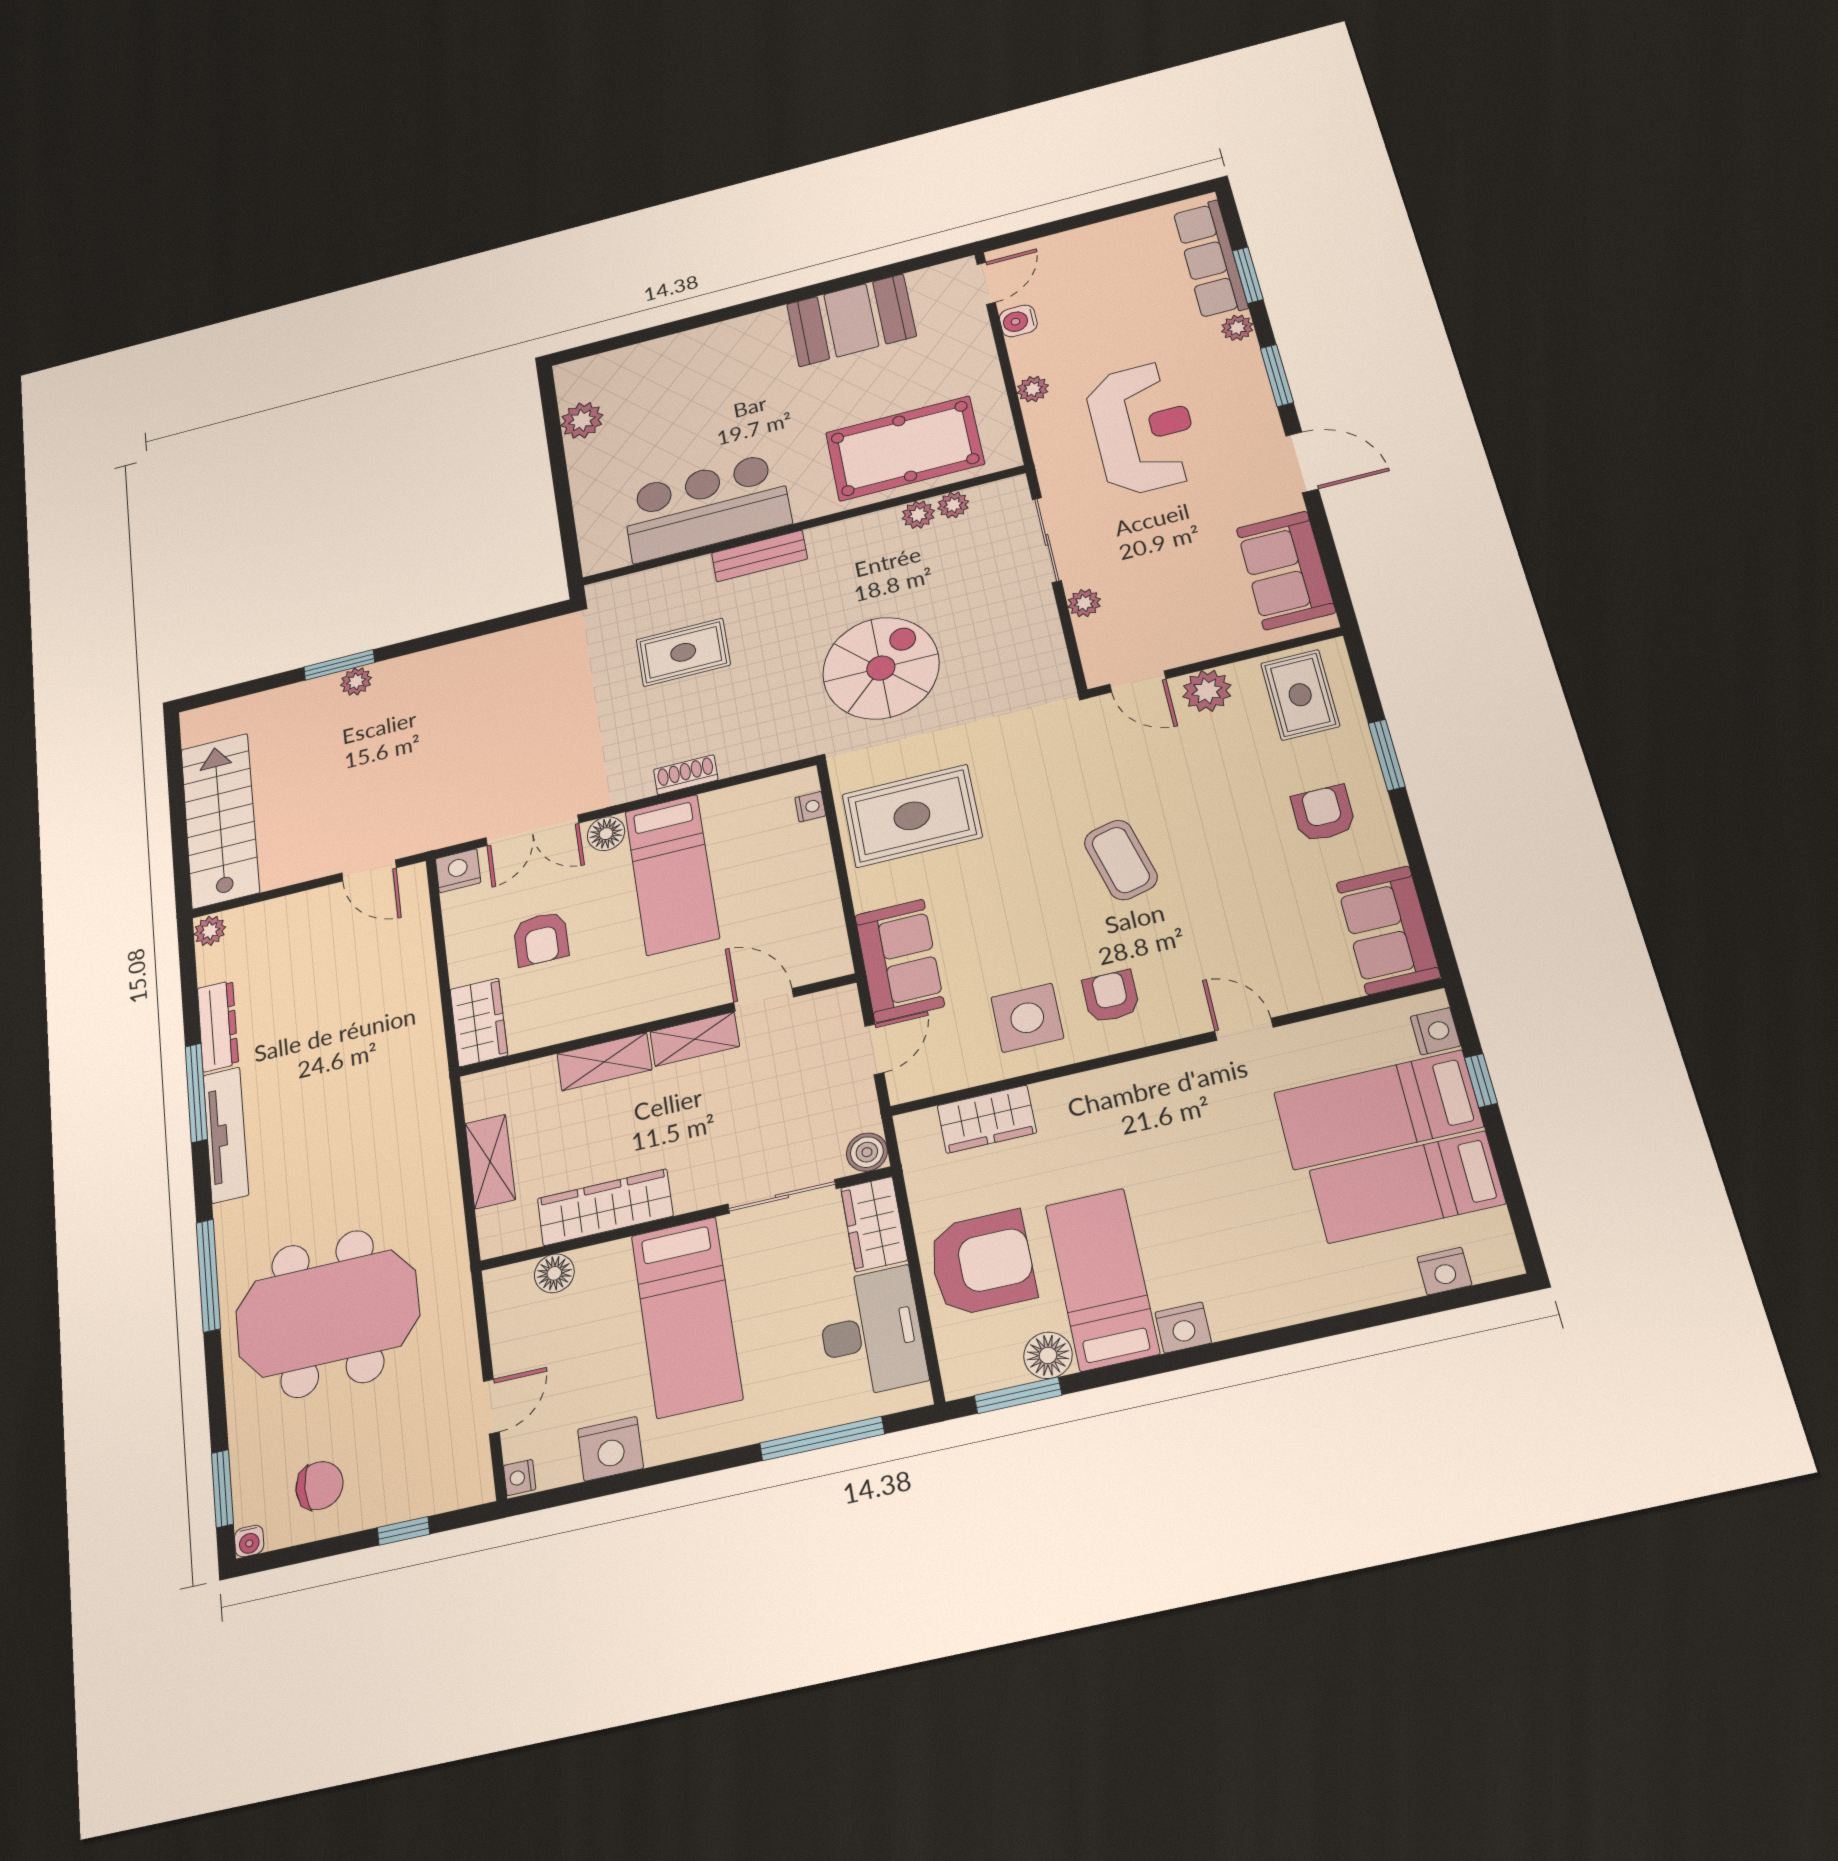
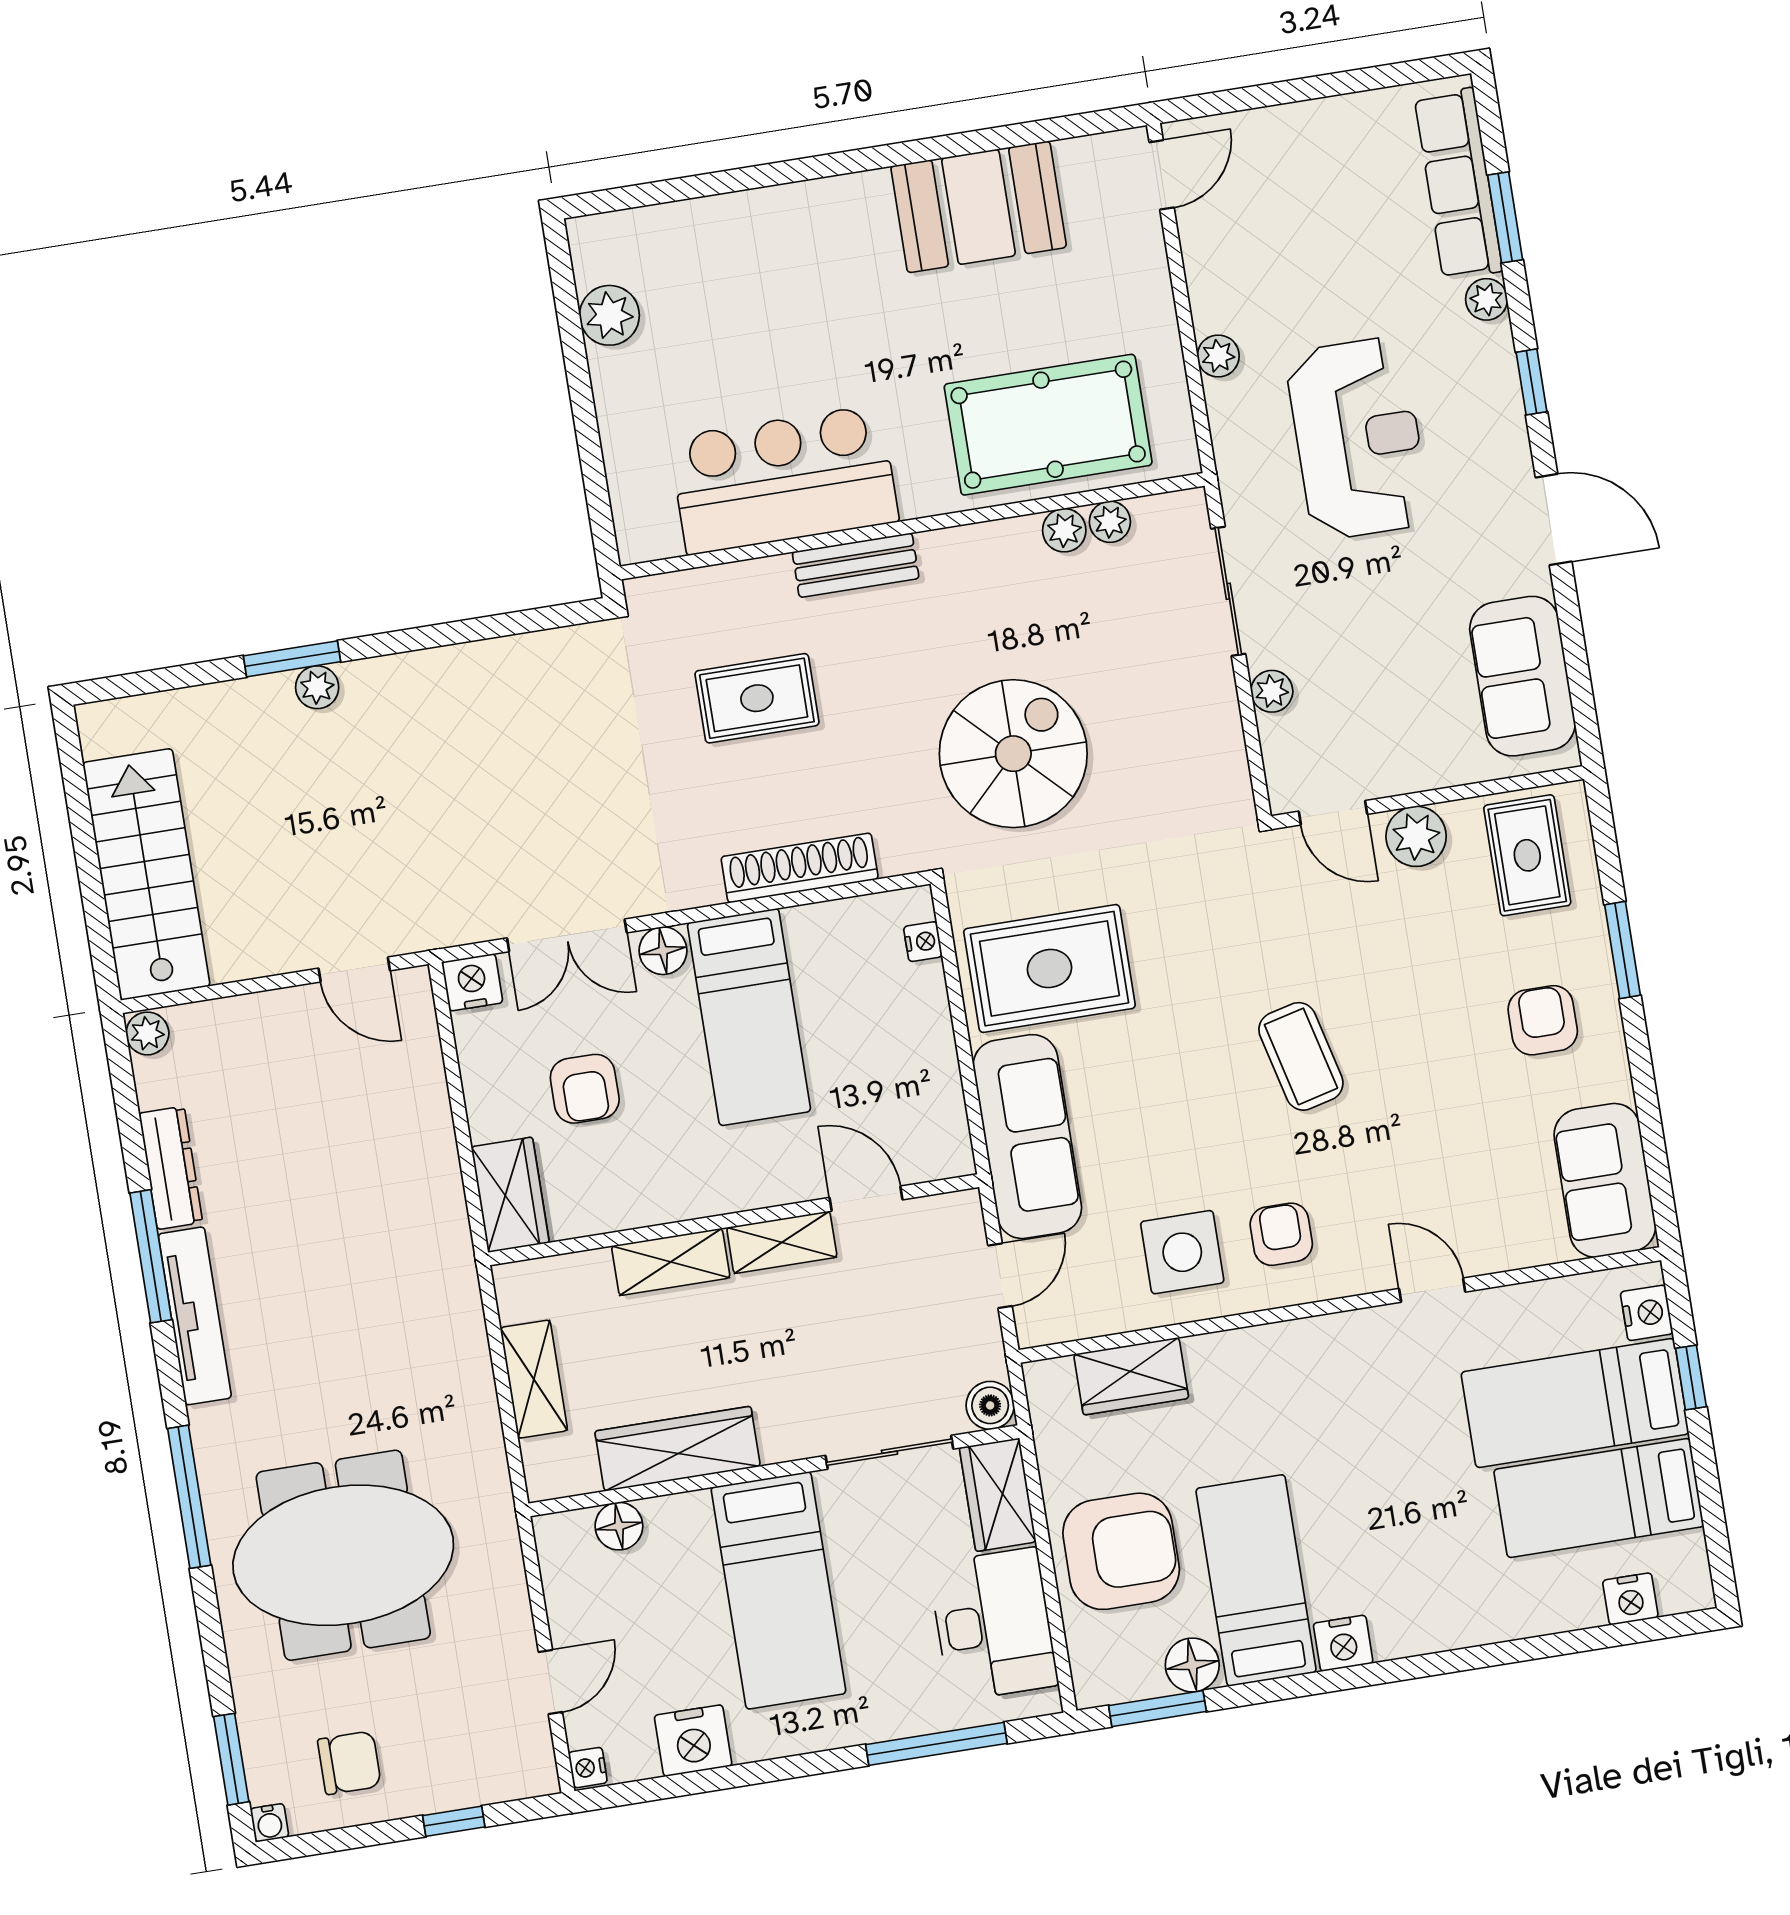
water cooler: (1018, 321) -> (1203, 244), removed
window: (1277, 375) -> (1532, 382), width x0.67
shoe rack: (686, 775) -> (800, 868), width x1.94, depth x1.24
sofa: (899, 961) -> (1027, 1137), width x1.36

